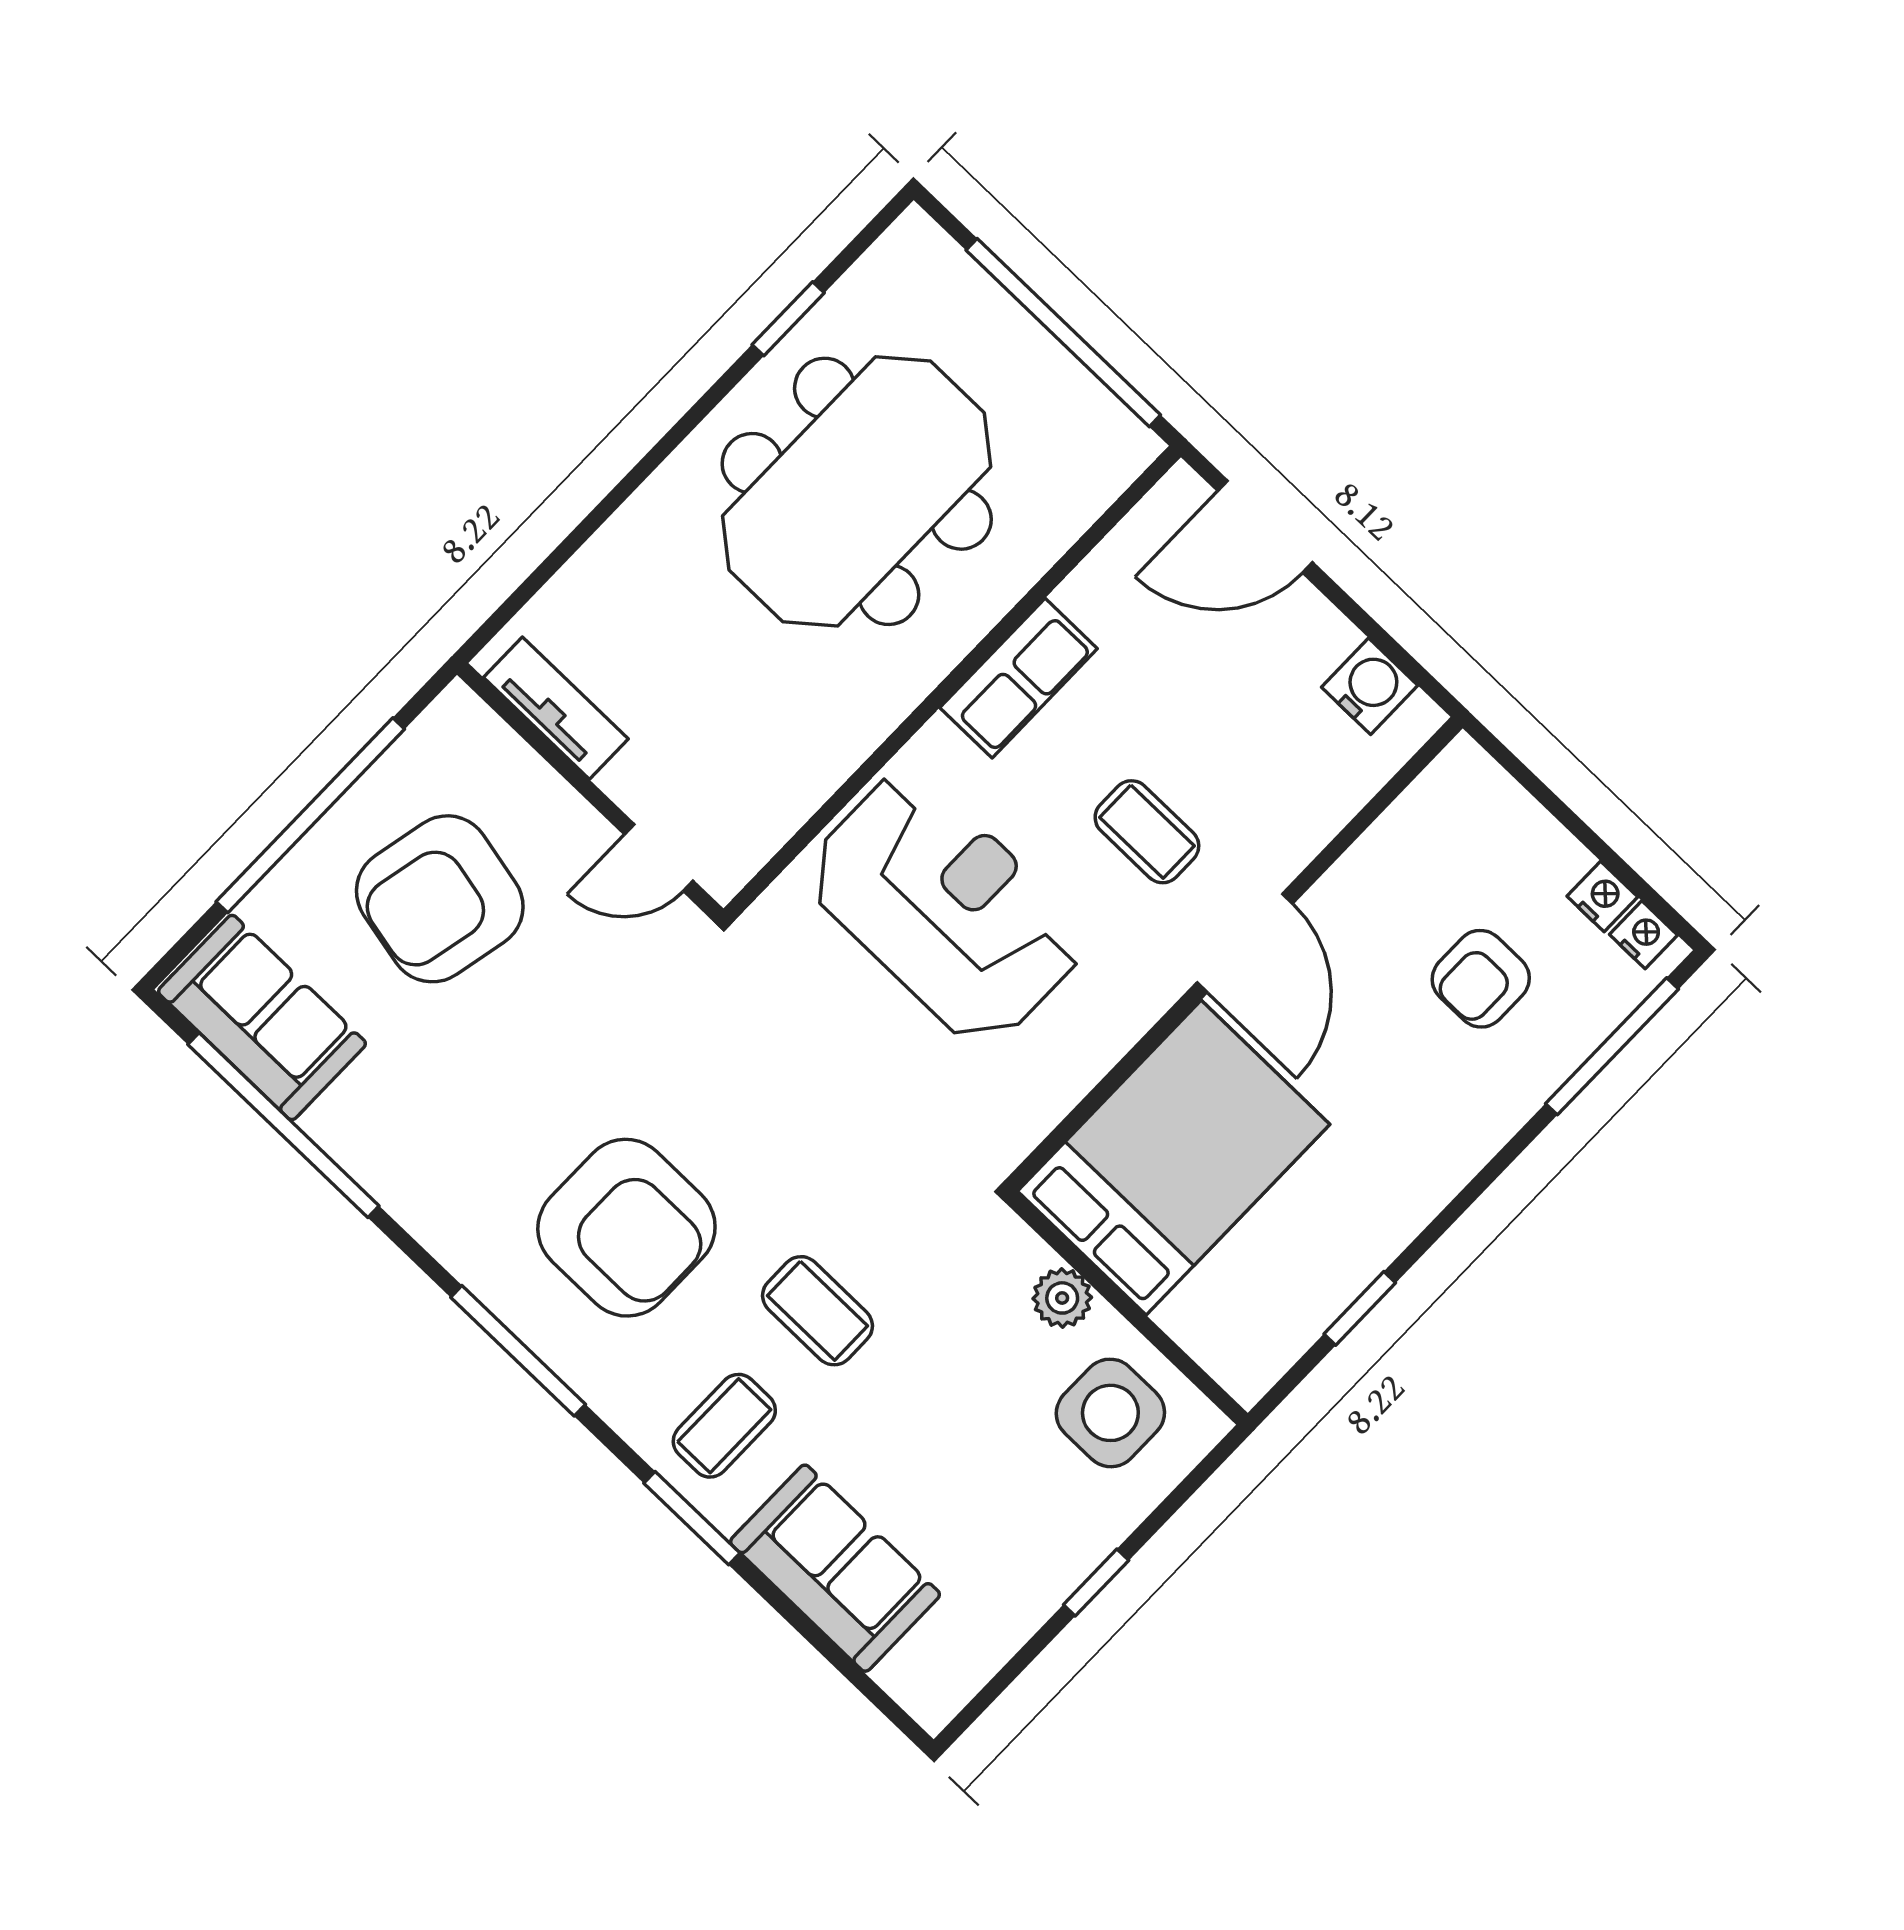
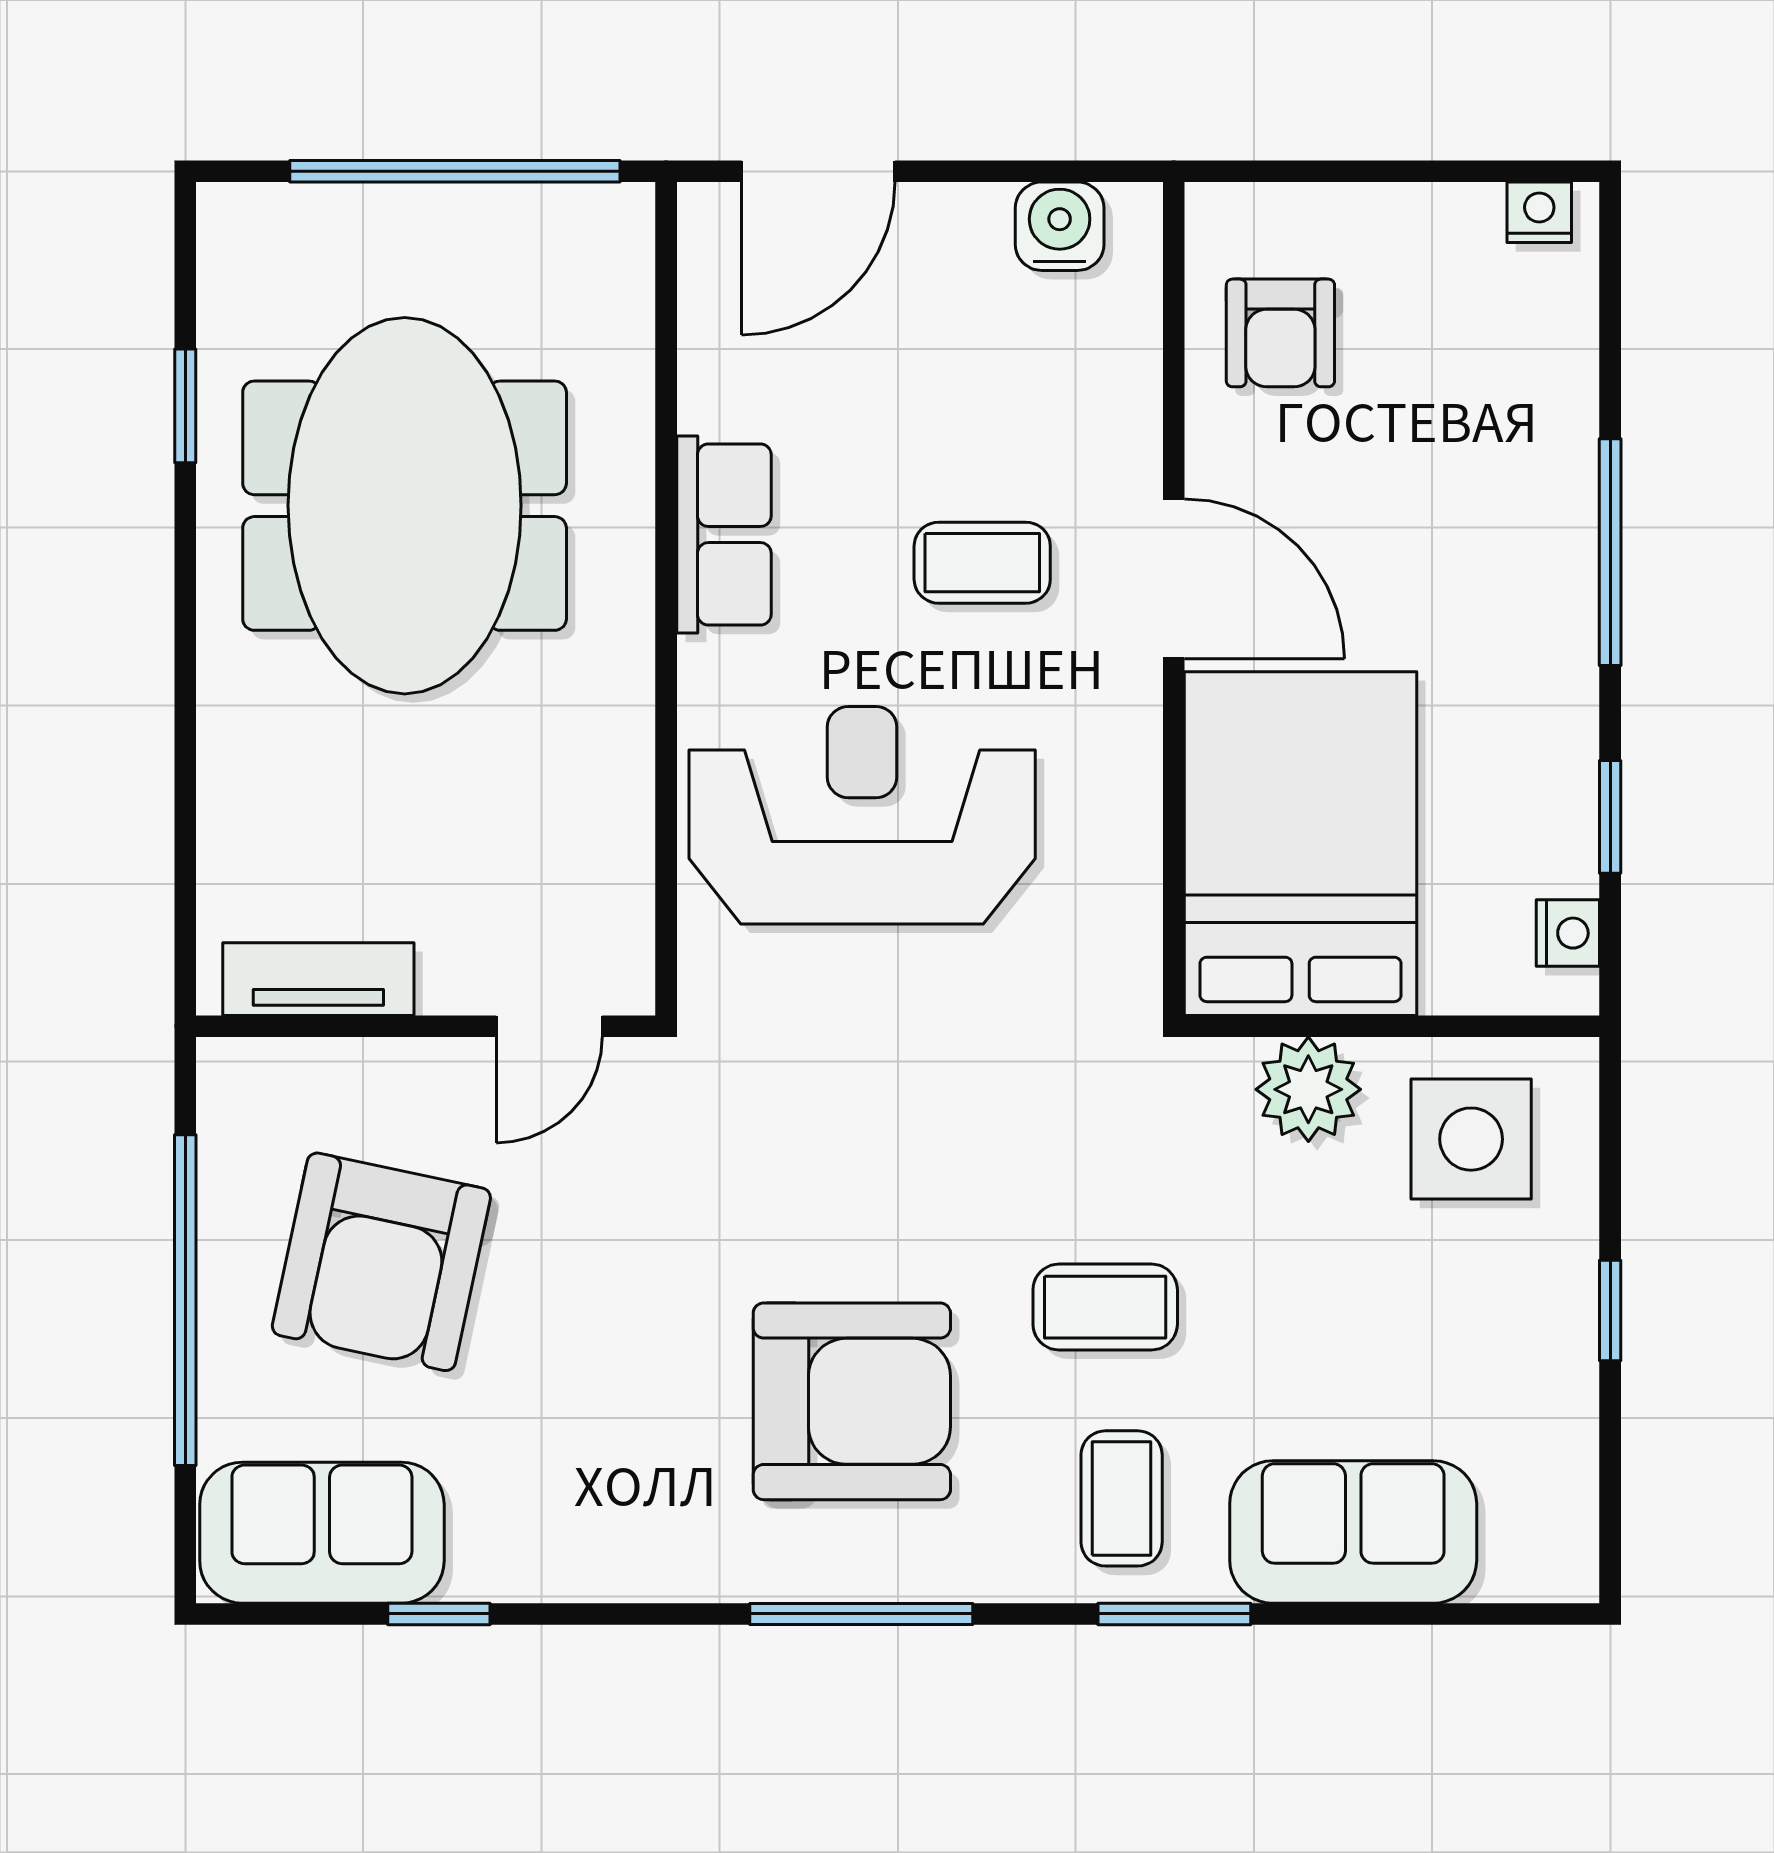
nightstand: (1602, 897) -> (1568, 933), moved, turned 90
armchair: (1481, 979) -> (1280, 333), moved
window: (1612, 1046) -> (1610, 552), moved
window: (283, 1125) -> (439, 1614), width x0.32
plant: (1062, 1298) -> (1308, 1089), width x1.38, depth x1.38

